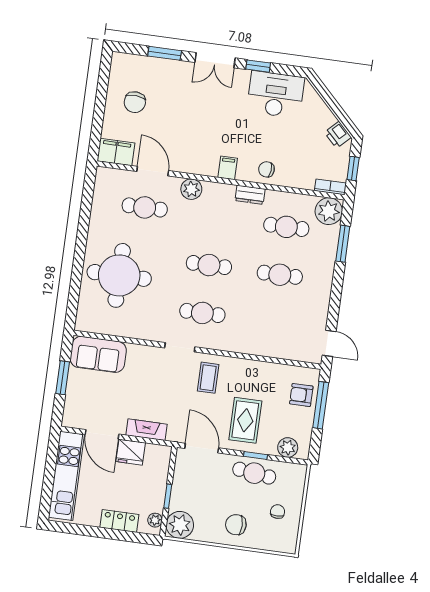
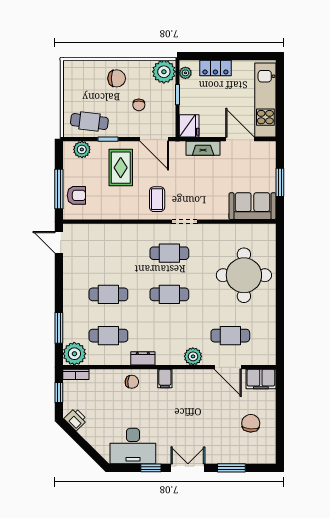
fridge: (131, 452) -> (189, 126), moved, turned 90
cafe table: (254, 473) -> (89, 122), moved
chair: (278, 512) -> (139, 105), moved

